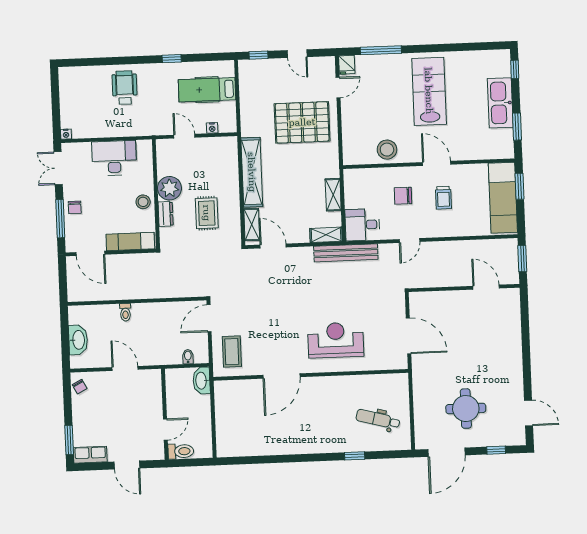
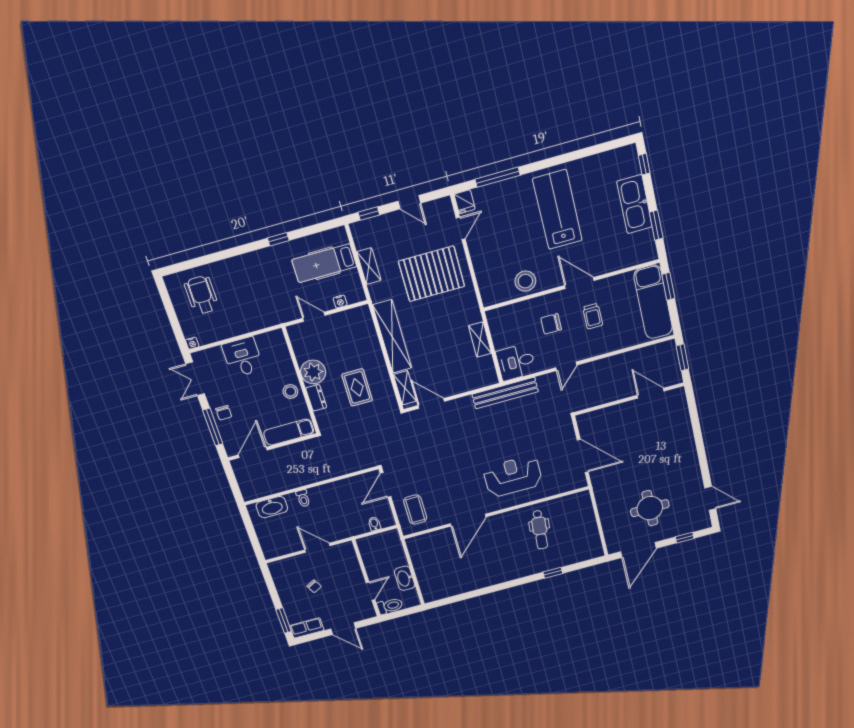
wheelchair: (125, 88) -> (201, 295), moved
desk: (114, 158) -> (243, 357), width x0.73
shelving: (326, 235) -> (369, 266), moved, turned 90
door: (90, 253) -> (253, 452), swing flipped
washbasin: (78, 340) -> (272, 507), moved, turned 90
washbasin: (202, 381) -> (405, 578), moved
chair: (80, 387) -> (314, 586), moved
dental chair: (378, 419) -> (540, 530), moved, turned -100

